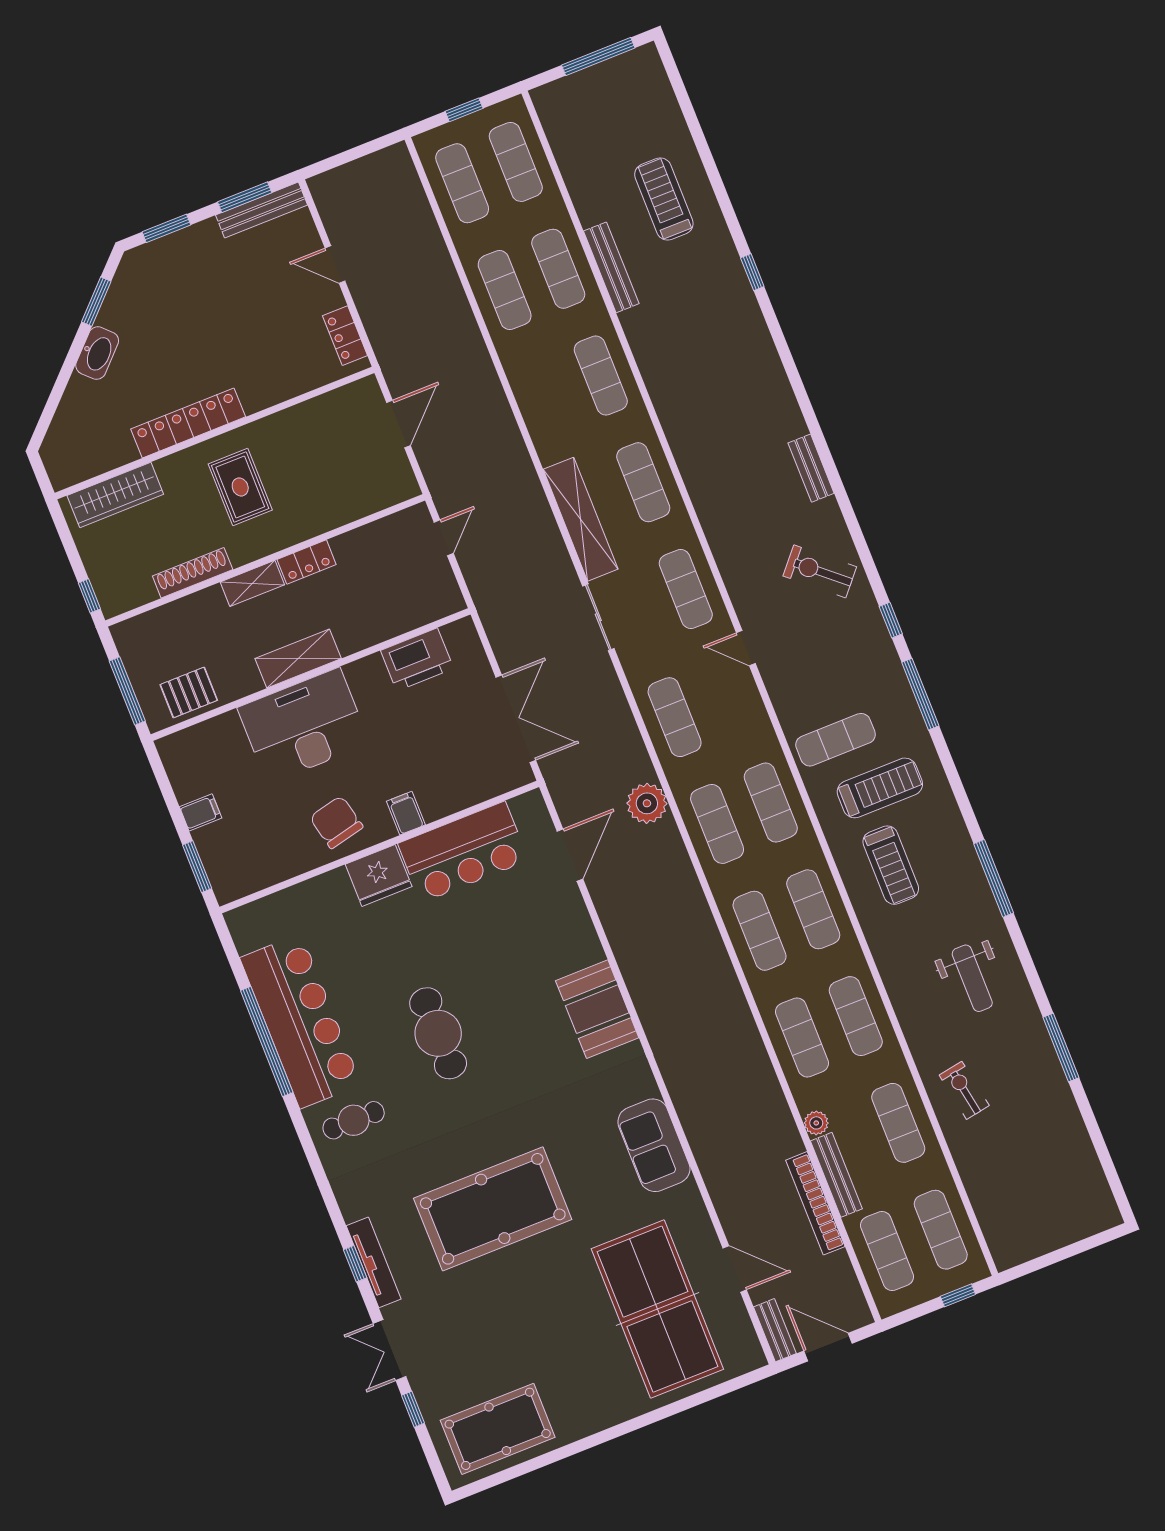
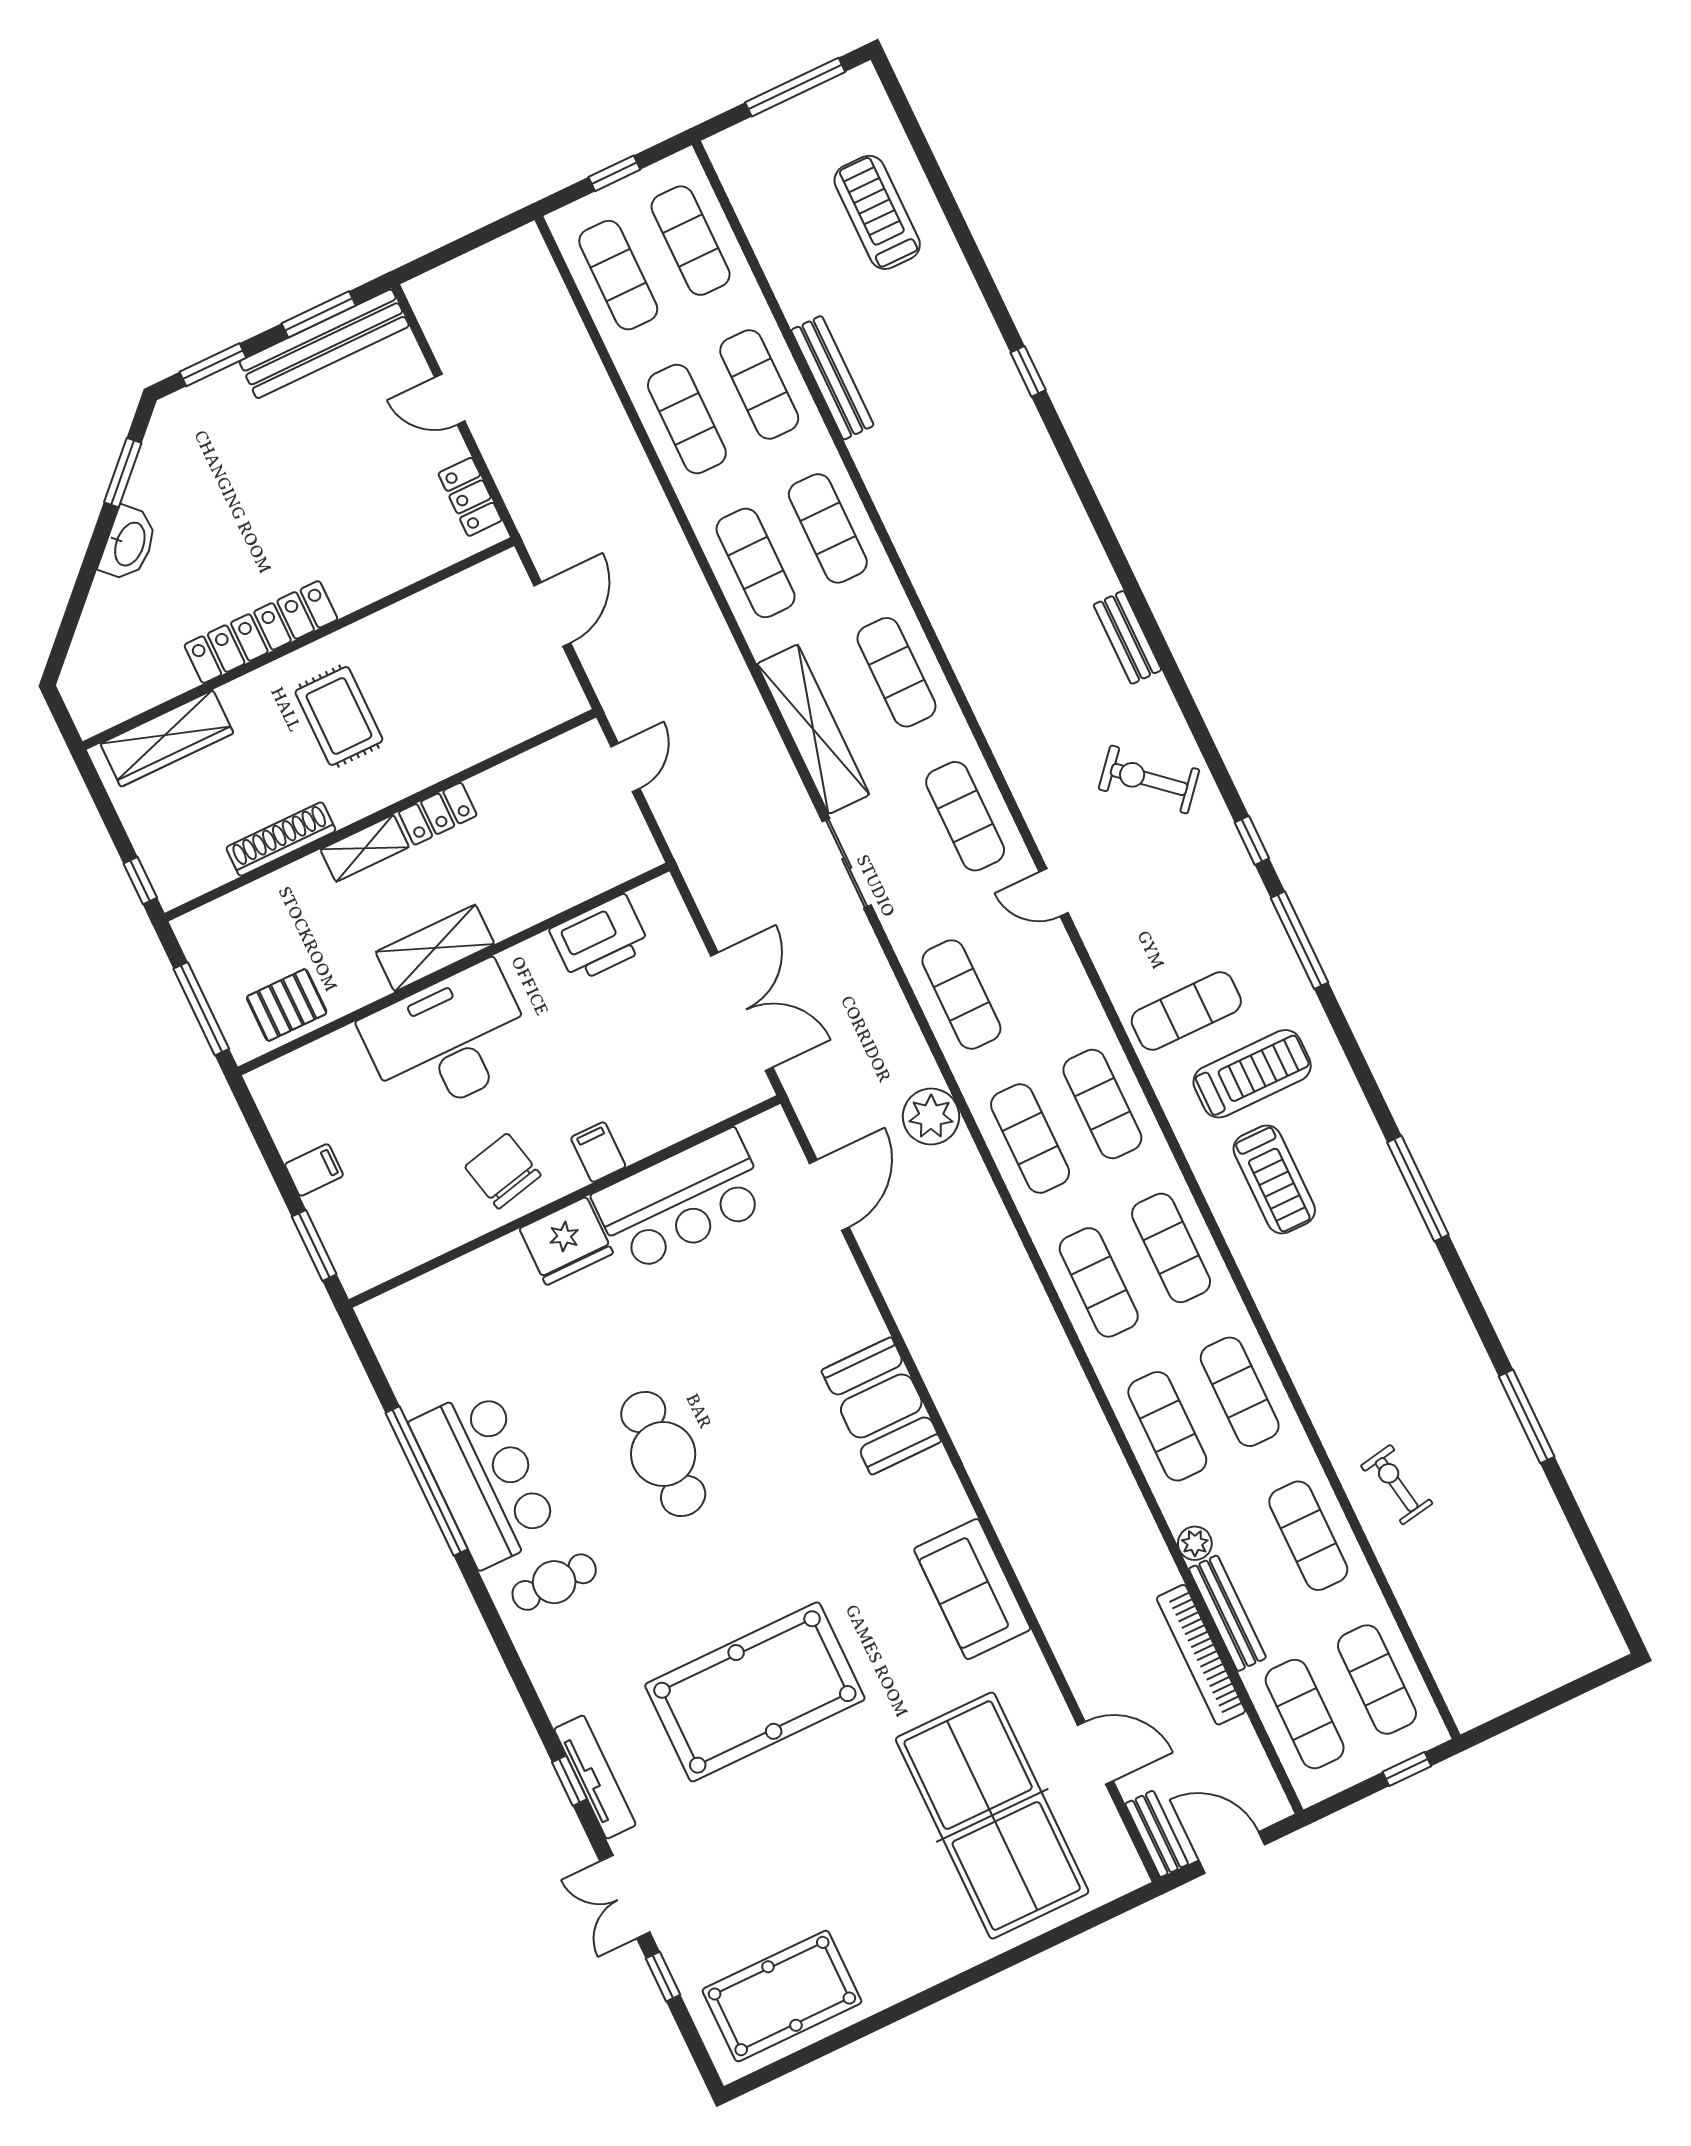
treadmill: (664, 199) -> (877, 212), moved
bench: (262, 210) -> (324, 344), width x1.37, depth x1.21
exercise mat: (547, 397) -> (756, 563), added
weight bench: (972, 978) -> (1397, 1329), removed
bar counter: (301, 1021) -> (485, 1477), width x0.73

